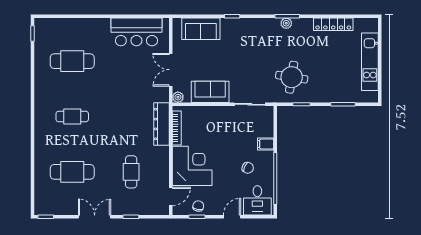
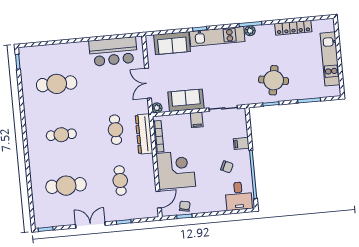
kitchen unit: (250, 26) -> (217, 36), added
round table: (292, 77) -> (274, 80), moved
filing cabinet: (220, 114) -> (197, 120), added
cafe table: (131, 117) -> (115, 130), added
door: (232, 217) -> (217, 213), removed

